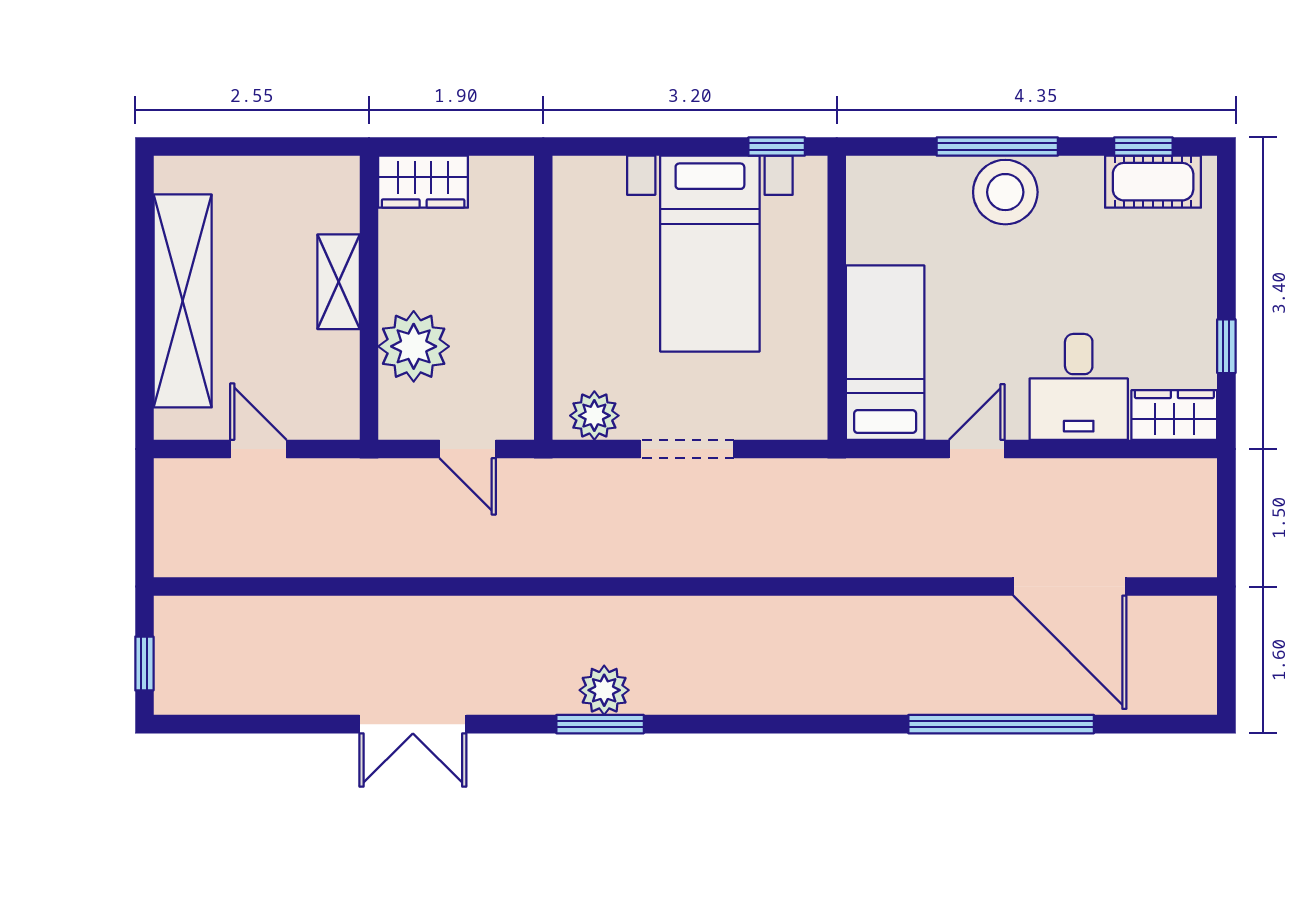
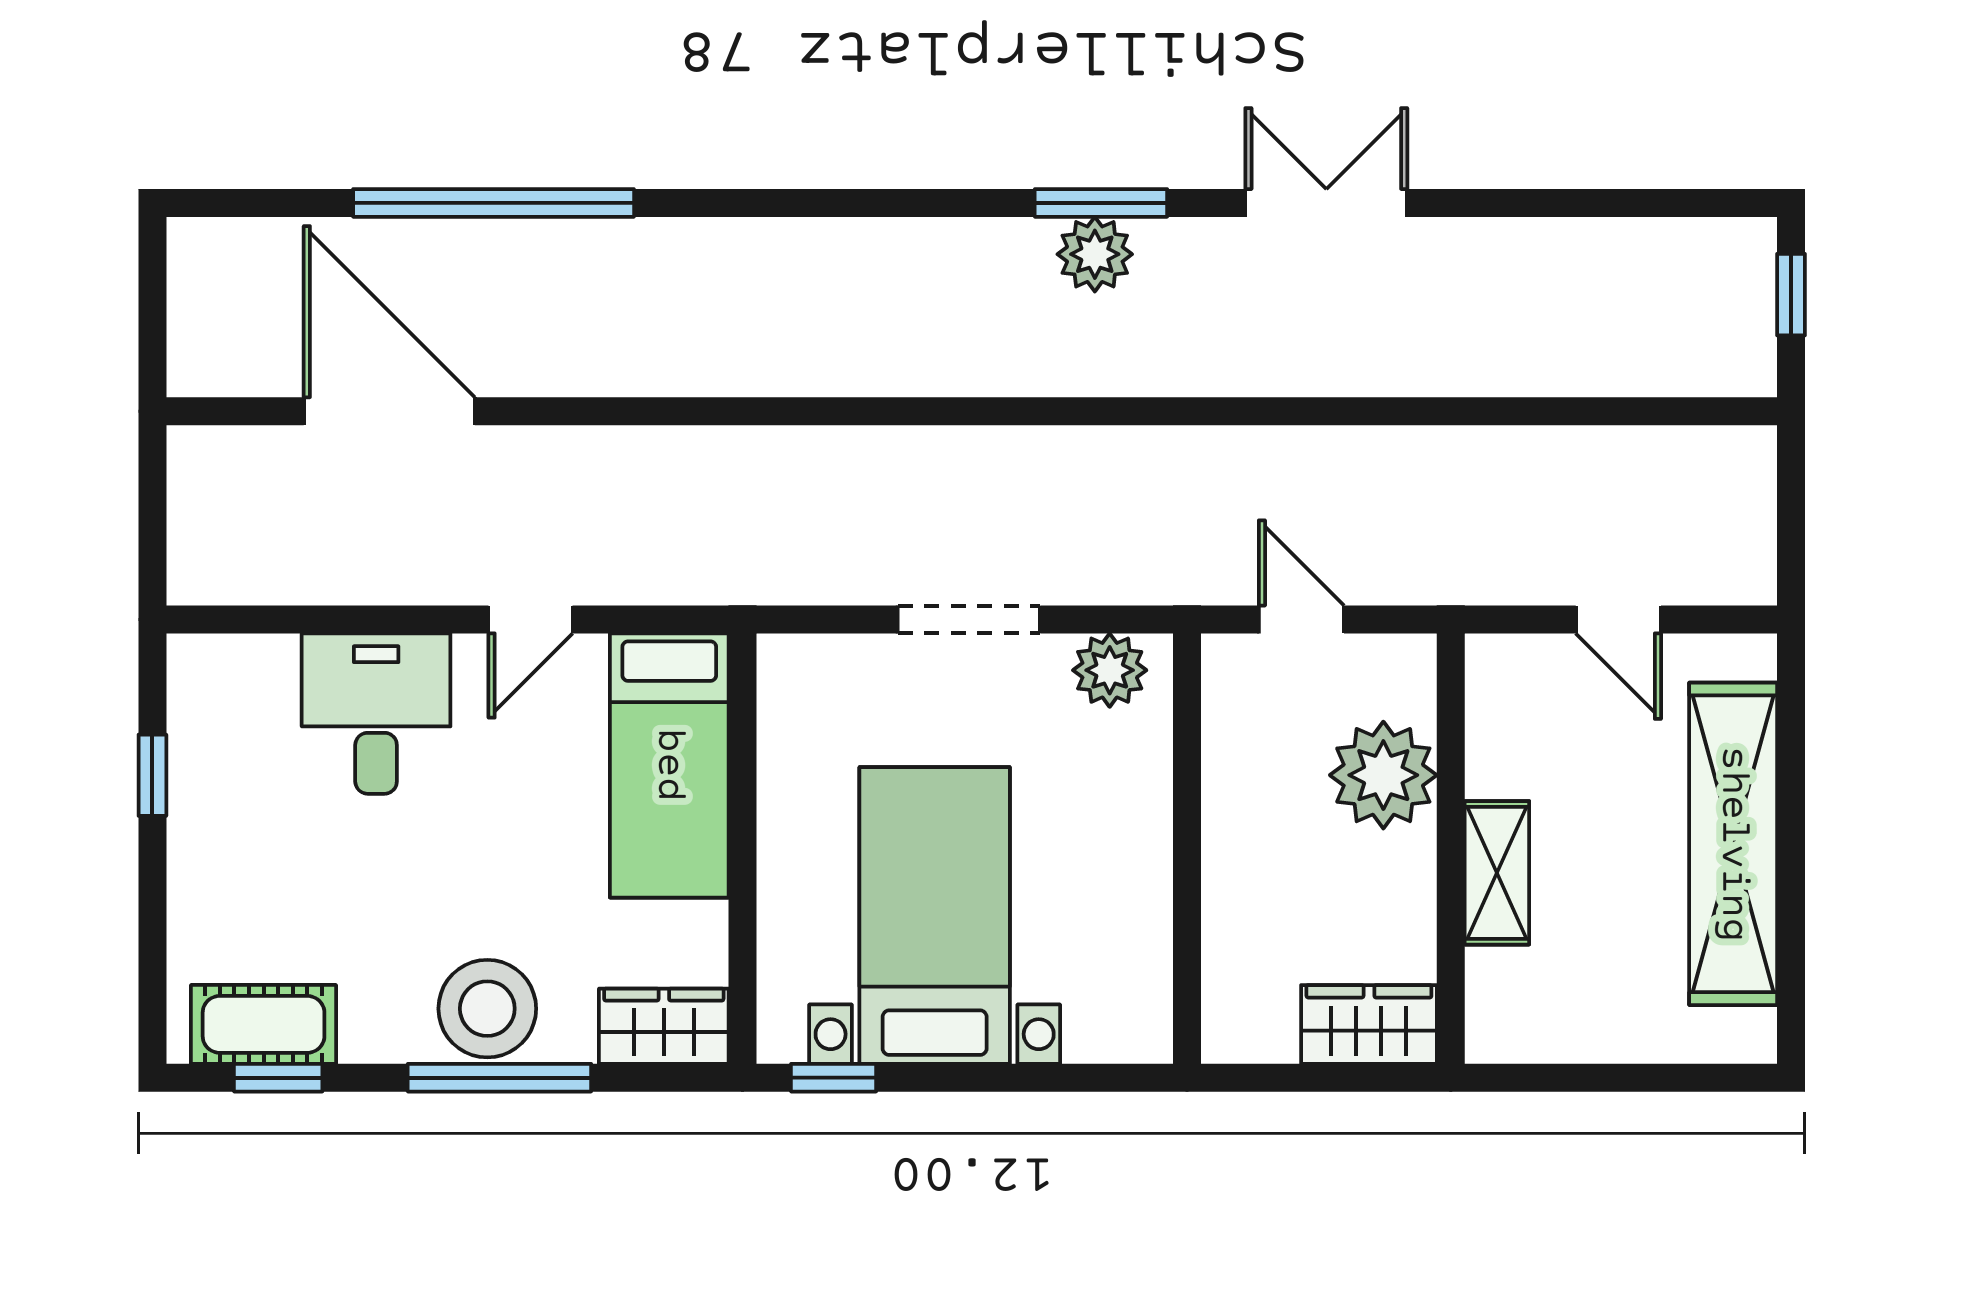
wardrobe: (1174, 415) -> (664, 1026), moved, turned 180
double door: (413, 724) -> (1326, 203), moved

